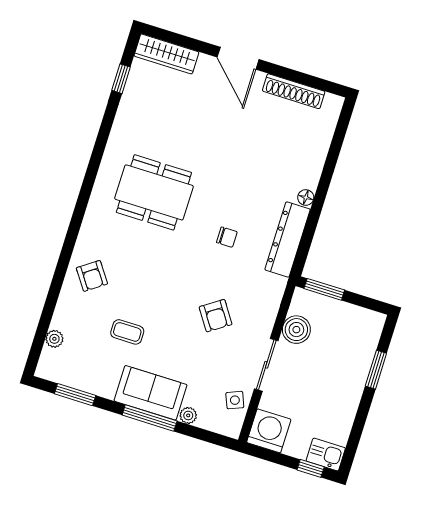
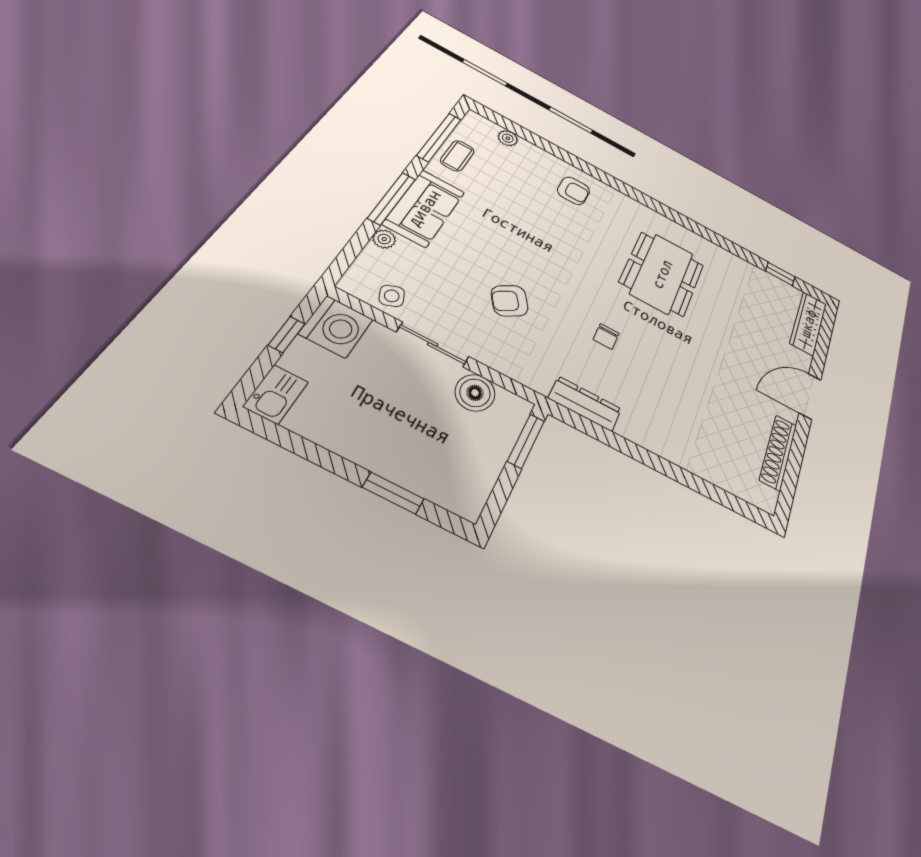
floor lamp: (306, 197) -> (650, 441), removed
dresser: (288, 239) -> (585, 404), width x0.73, depth x0.80
armchair: (92, 276) -> (574, 191), turned -145
coffee table: (127, 332) -> (457, 156), moved
window: (75, 395) -> (439, 137), width x1.44
window: (311, 468) -> (287, 335), moved

